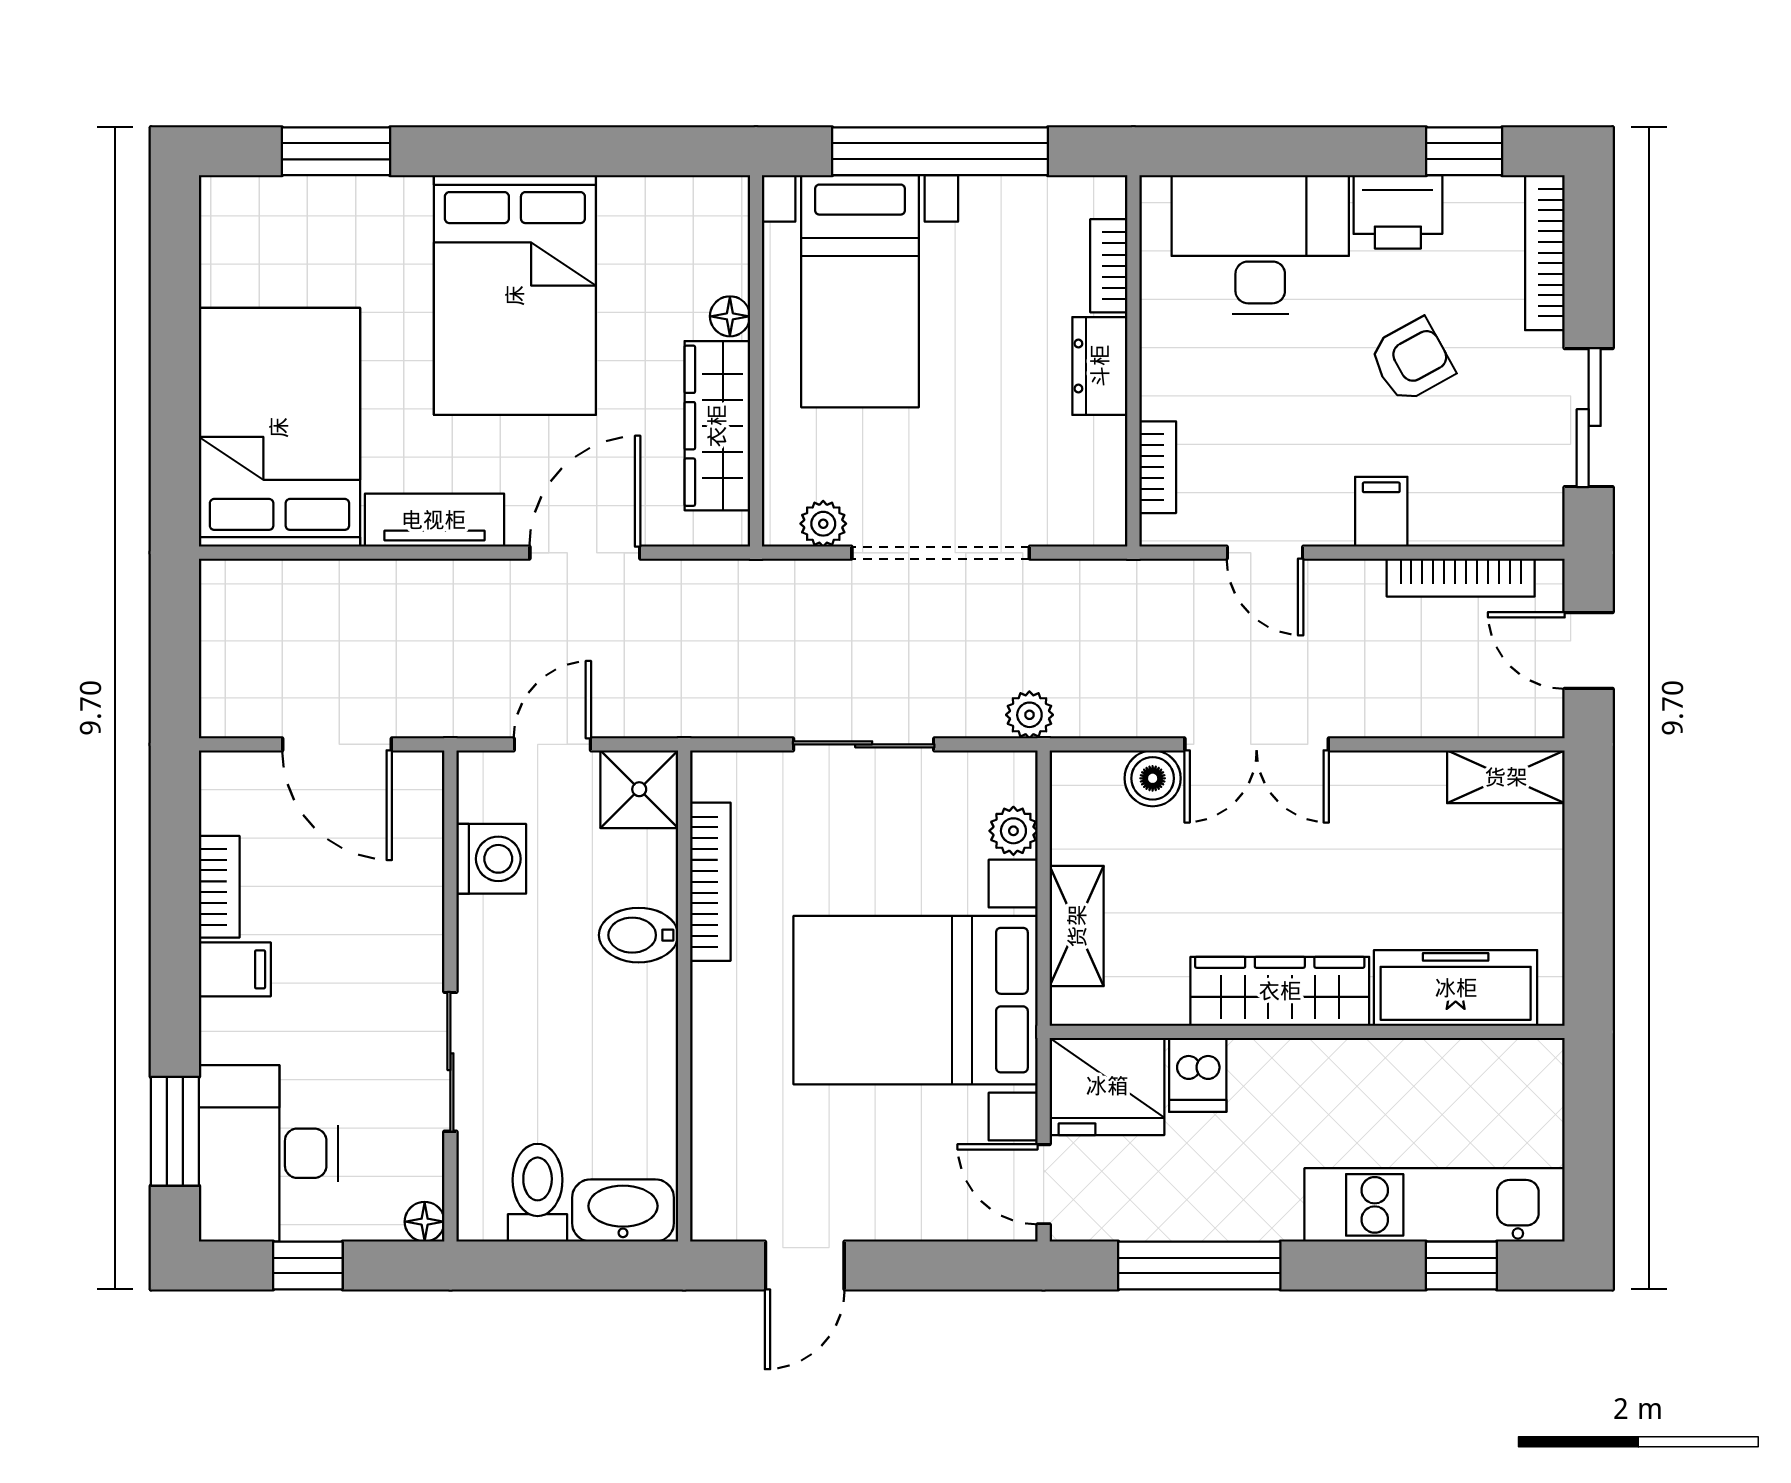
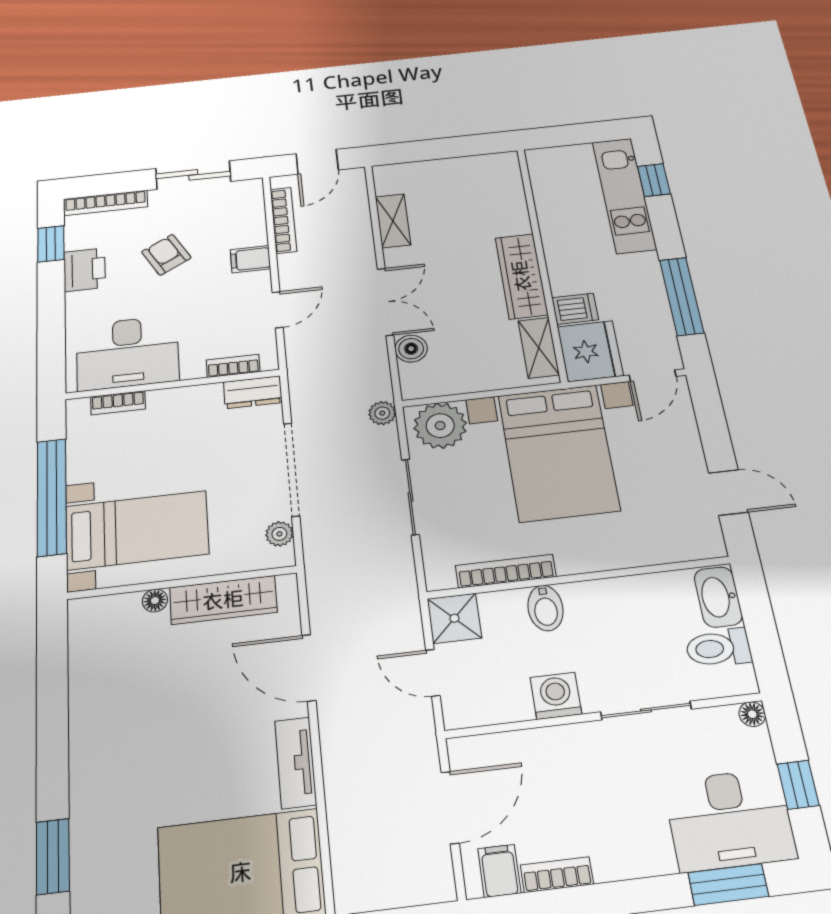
desk: (1260, 245) -> (128, 353), moved, turned -90
bed: (515, 295) -> (146, 730), removed
dresser: (1100, 366) -> (253, 392), moved
shelving: (1506, 777) -> (393, 221), moved
plant: (1013, 831) -> (440, 426), width x1.87, depth x1.87
washing machine: (491, 859) -> (556, 696), moved
shelving: (1077, 926) -> (539, 348), moved, turned 90
filing cabinet: (235, 969) -> (499, 871), moved
freezer: (1456, 988) -> (506, 199), removed

